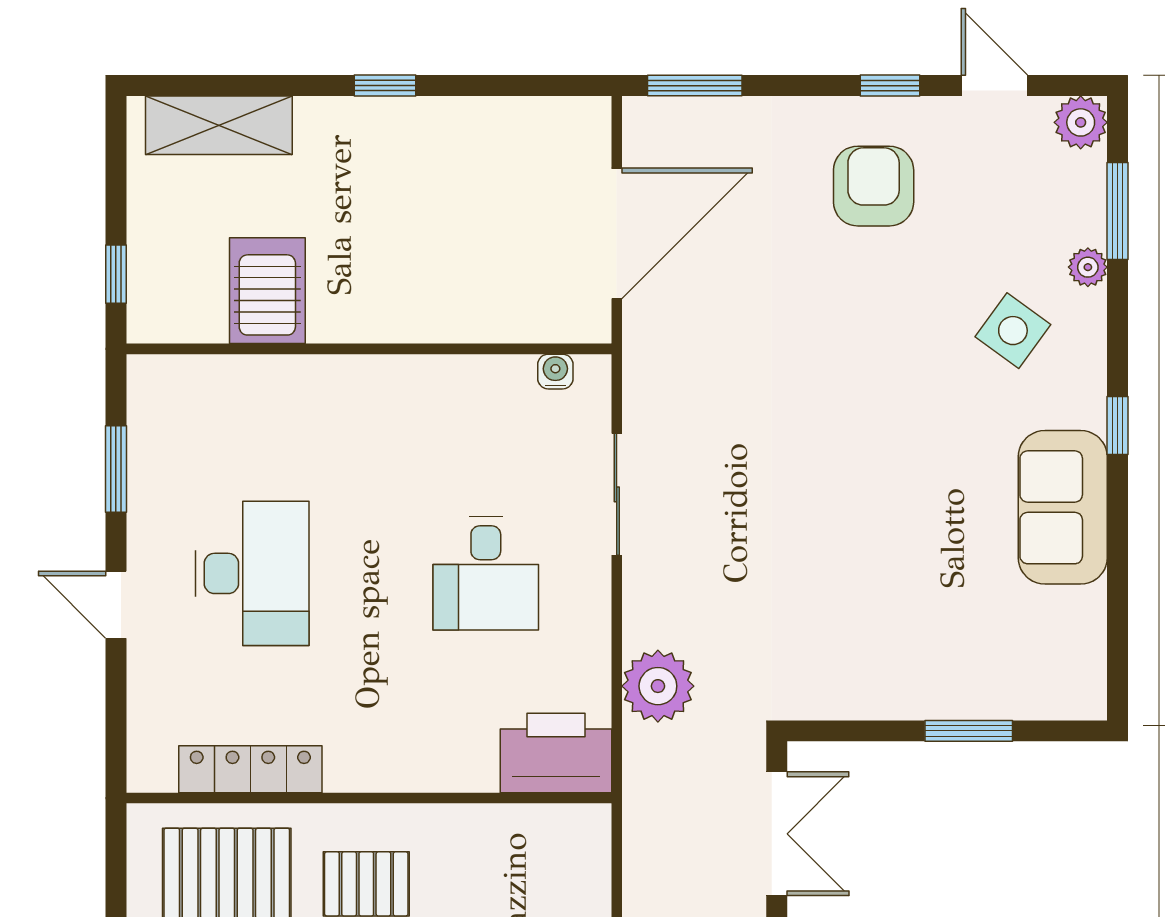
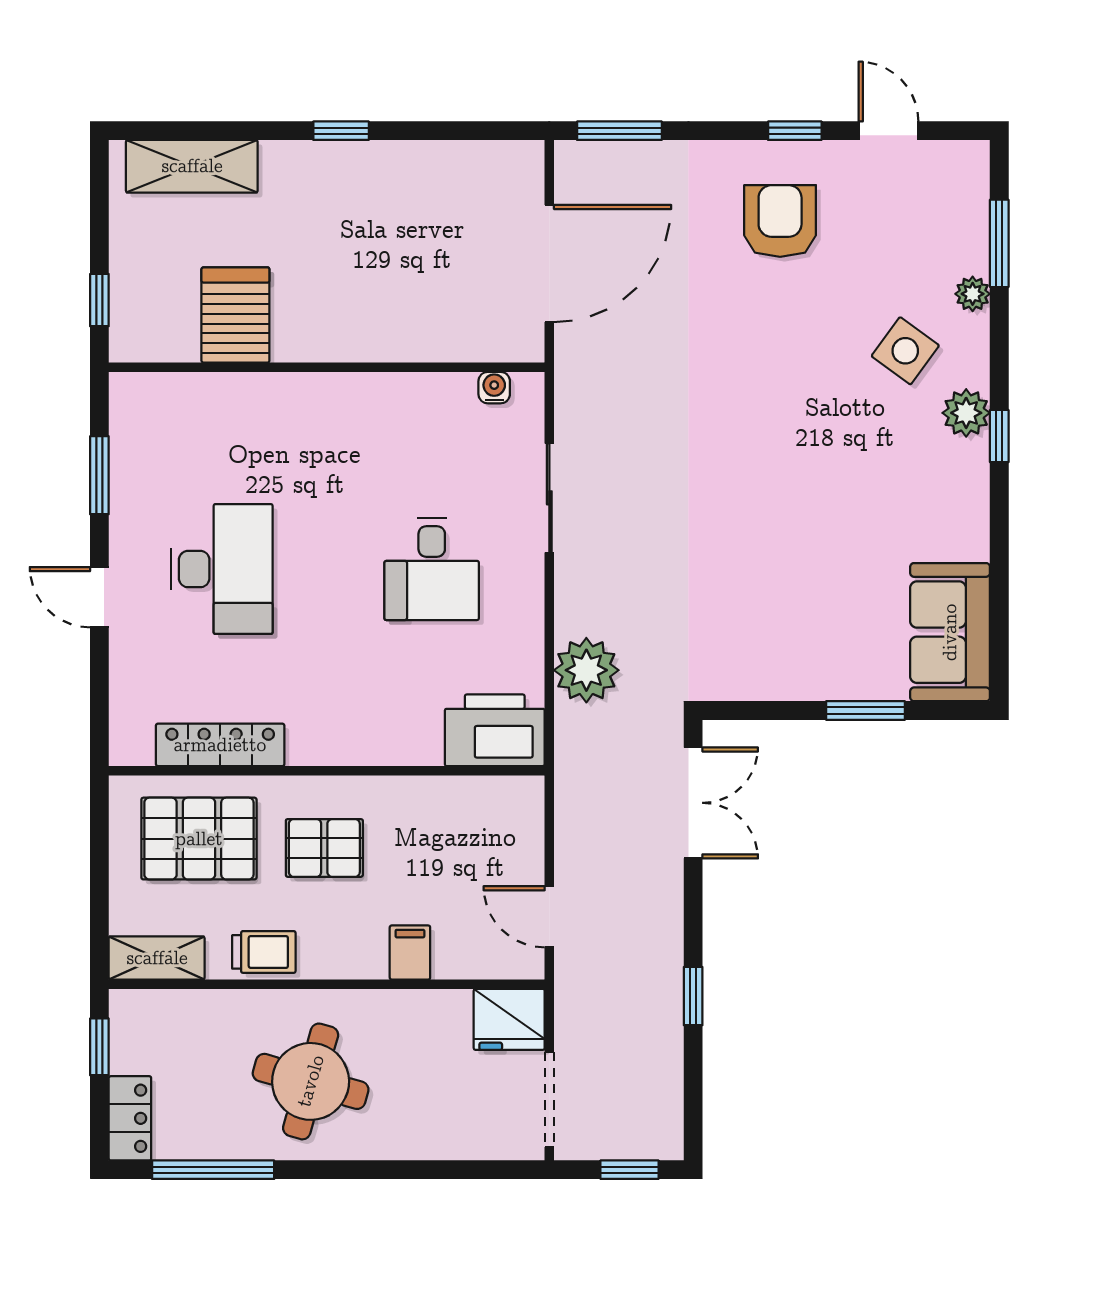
plant: (1081, 122) -> (966, 413), moved
sofa: (1063, 507) -> (950, 632), moved

